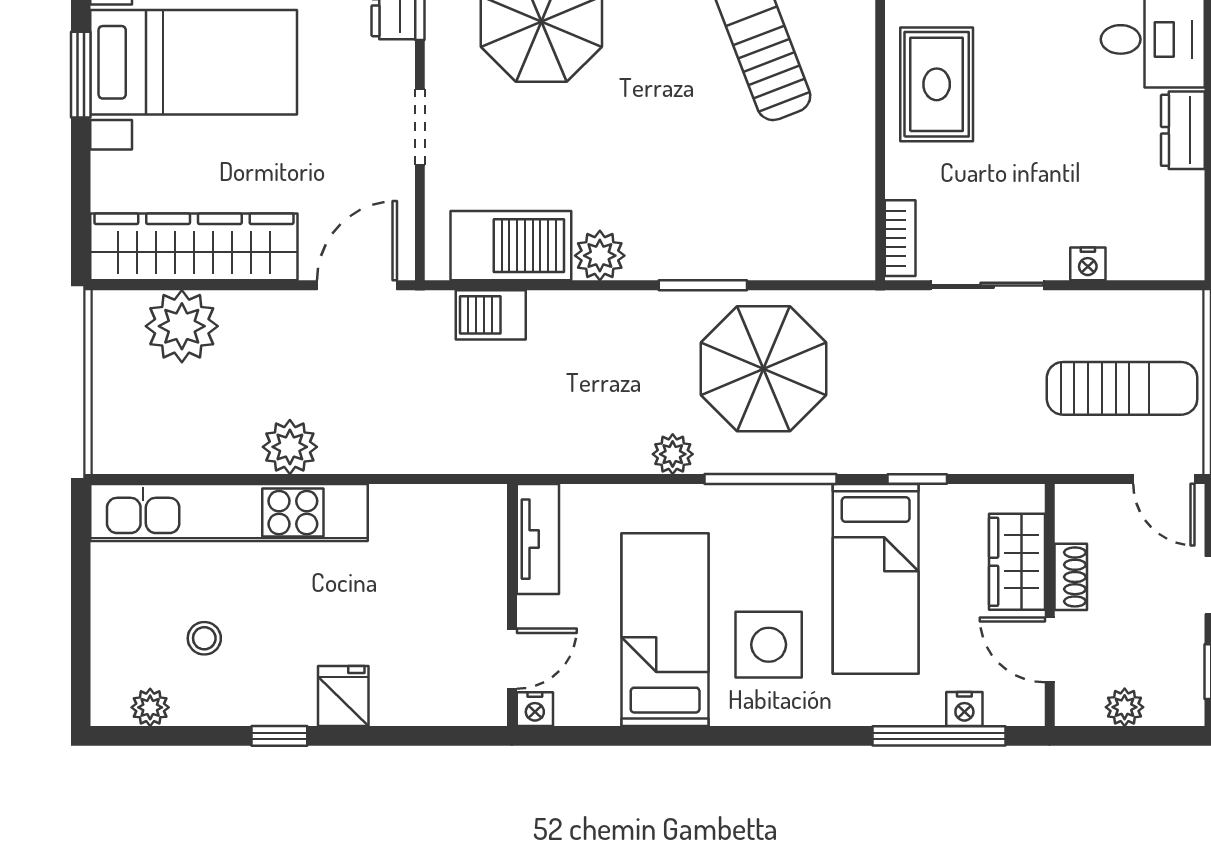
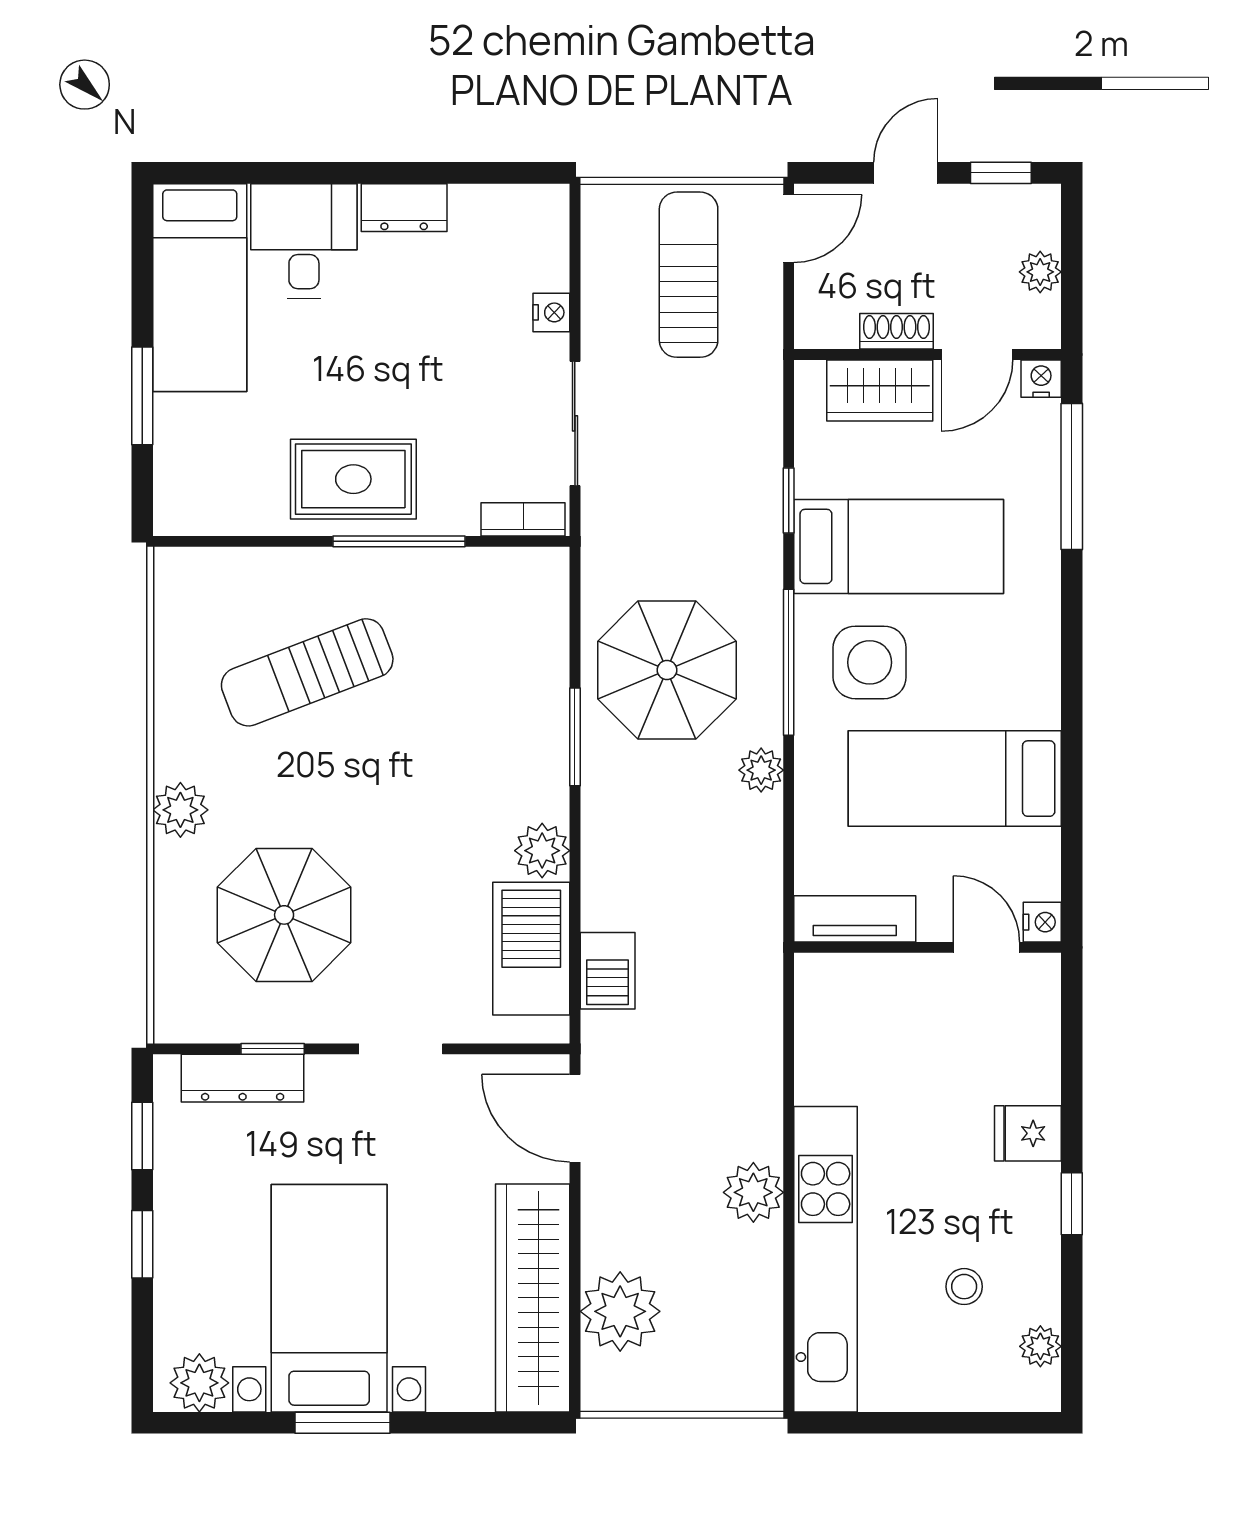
window: (880, 126) -> (399, 541), added
side table: (769, 645) -> (870, 662), moved
nightstand: (964, 709) -> (1041, 379), moved, turned -90

